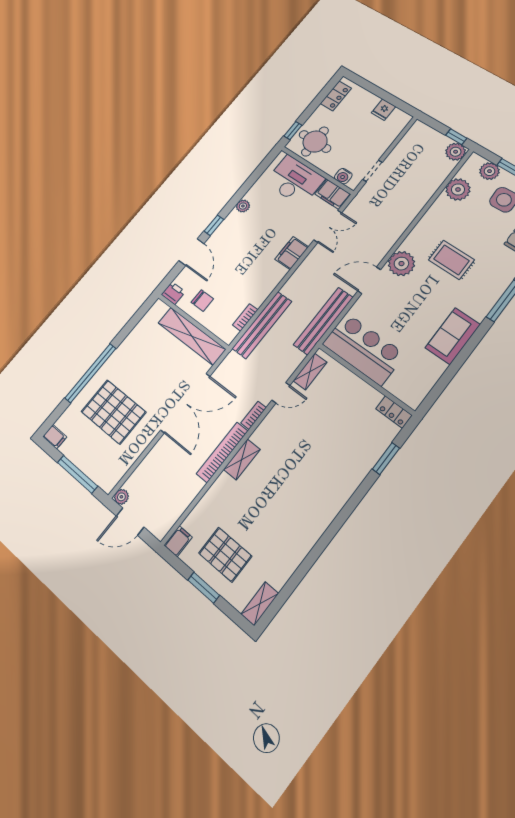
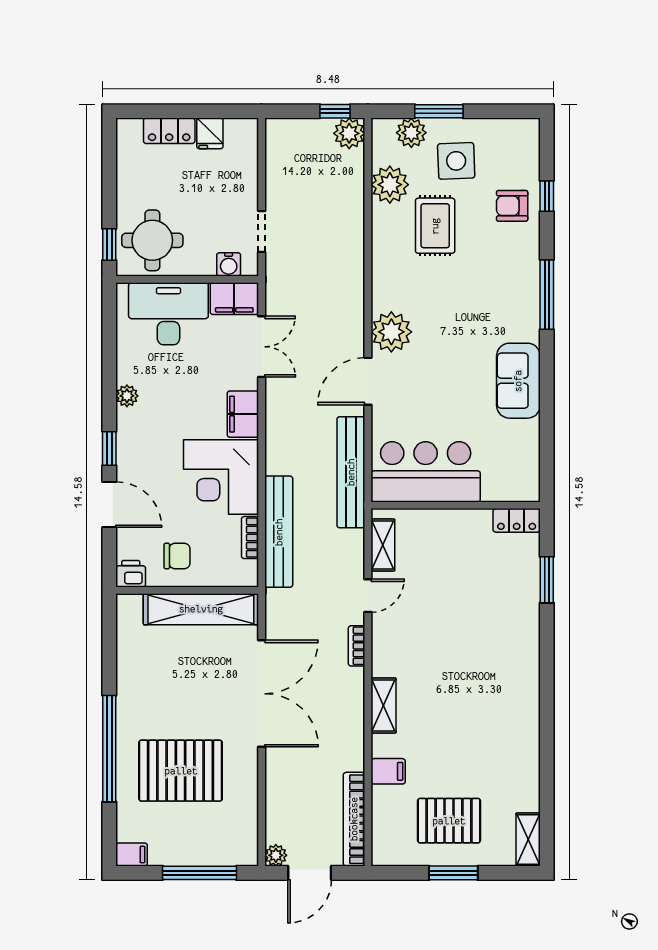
locker: (336, 96) -> (169, 131), moved, turned 90
rug: (451, 260) -> (435, 226), moved, turned 90
corner desk: (256, 277) -> (221, 477), added
bookcase: (222, 452) -> (354, 819), moved
filing cabinet: (178, 541) -> (388, 771), moved, turned 90

